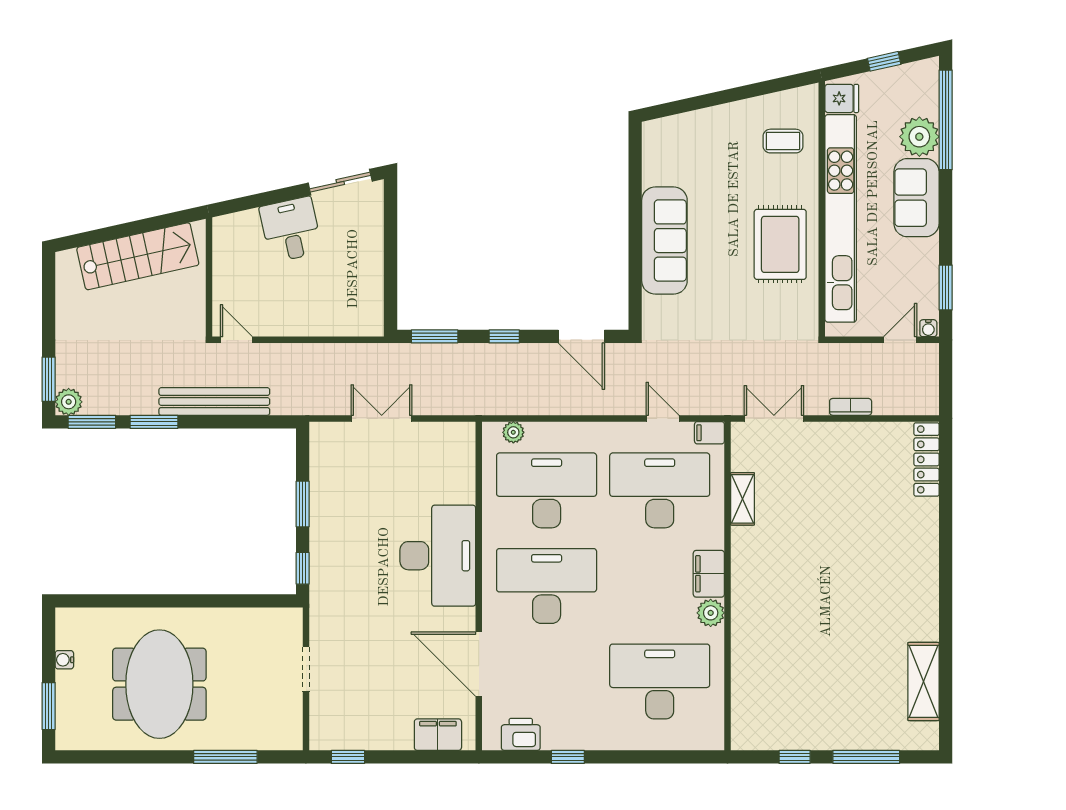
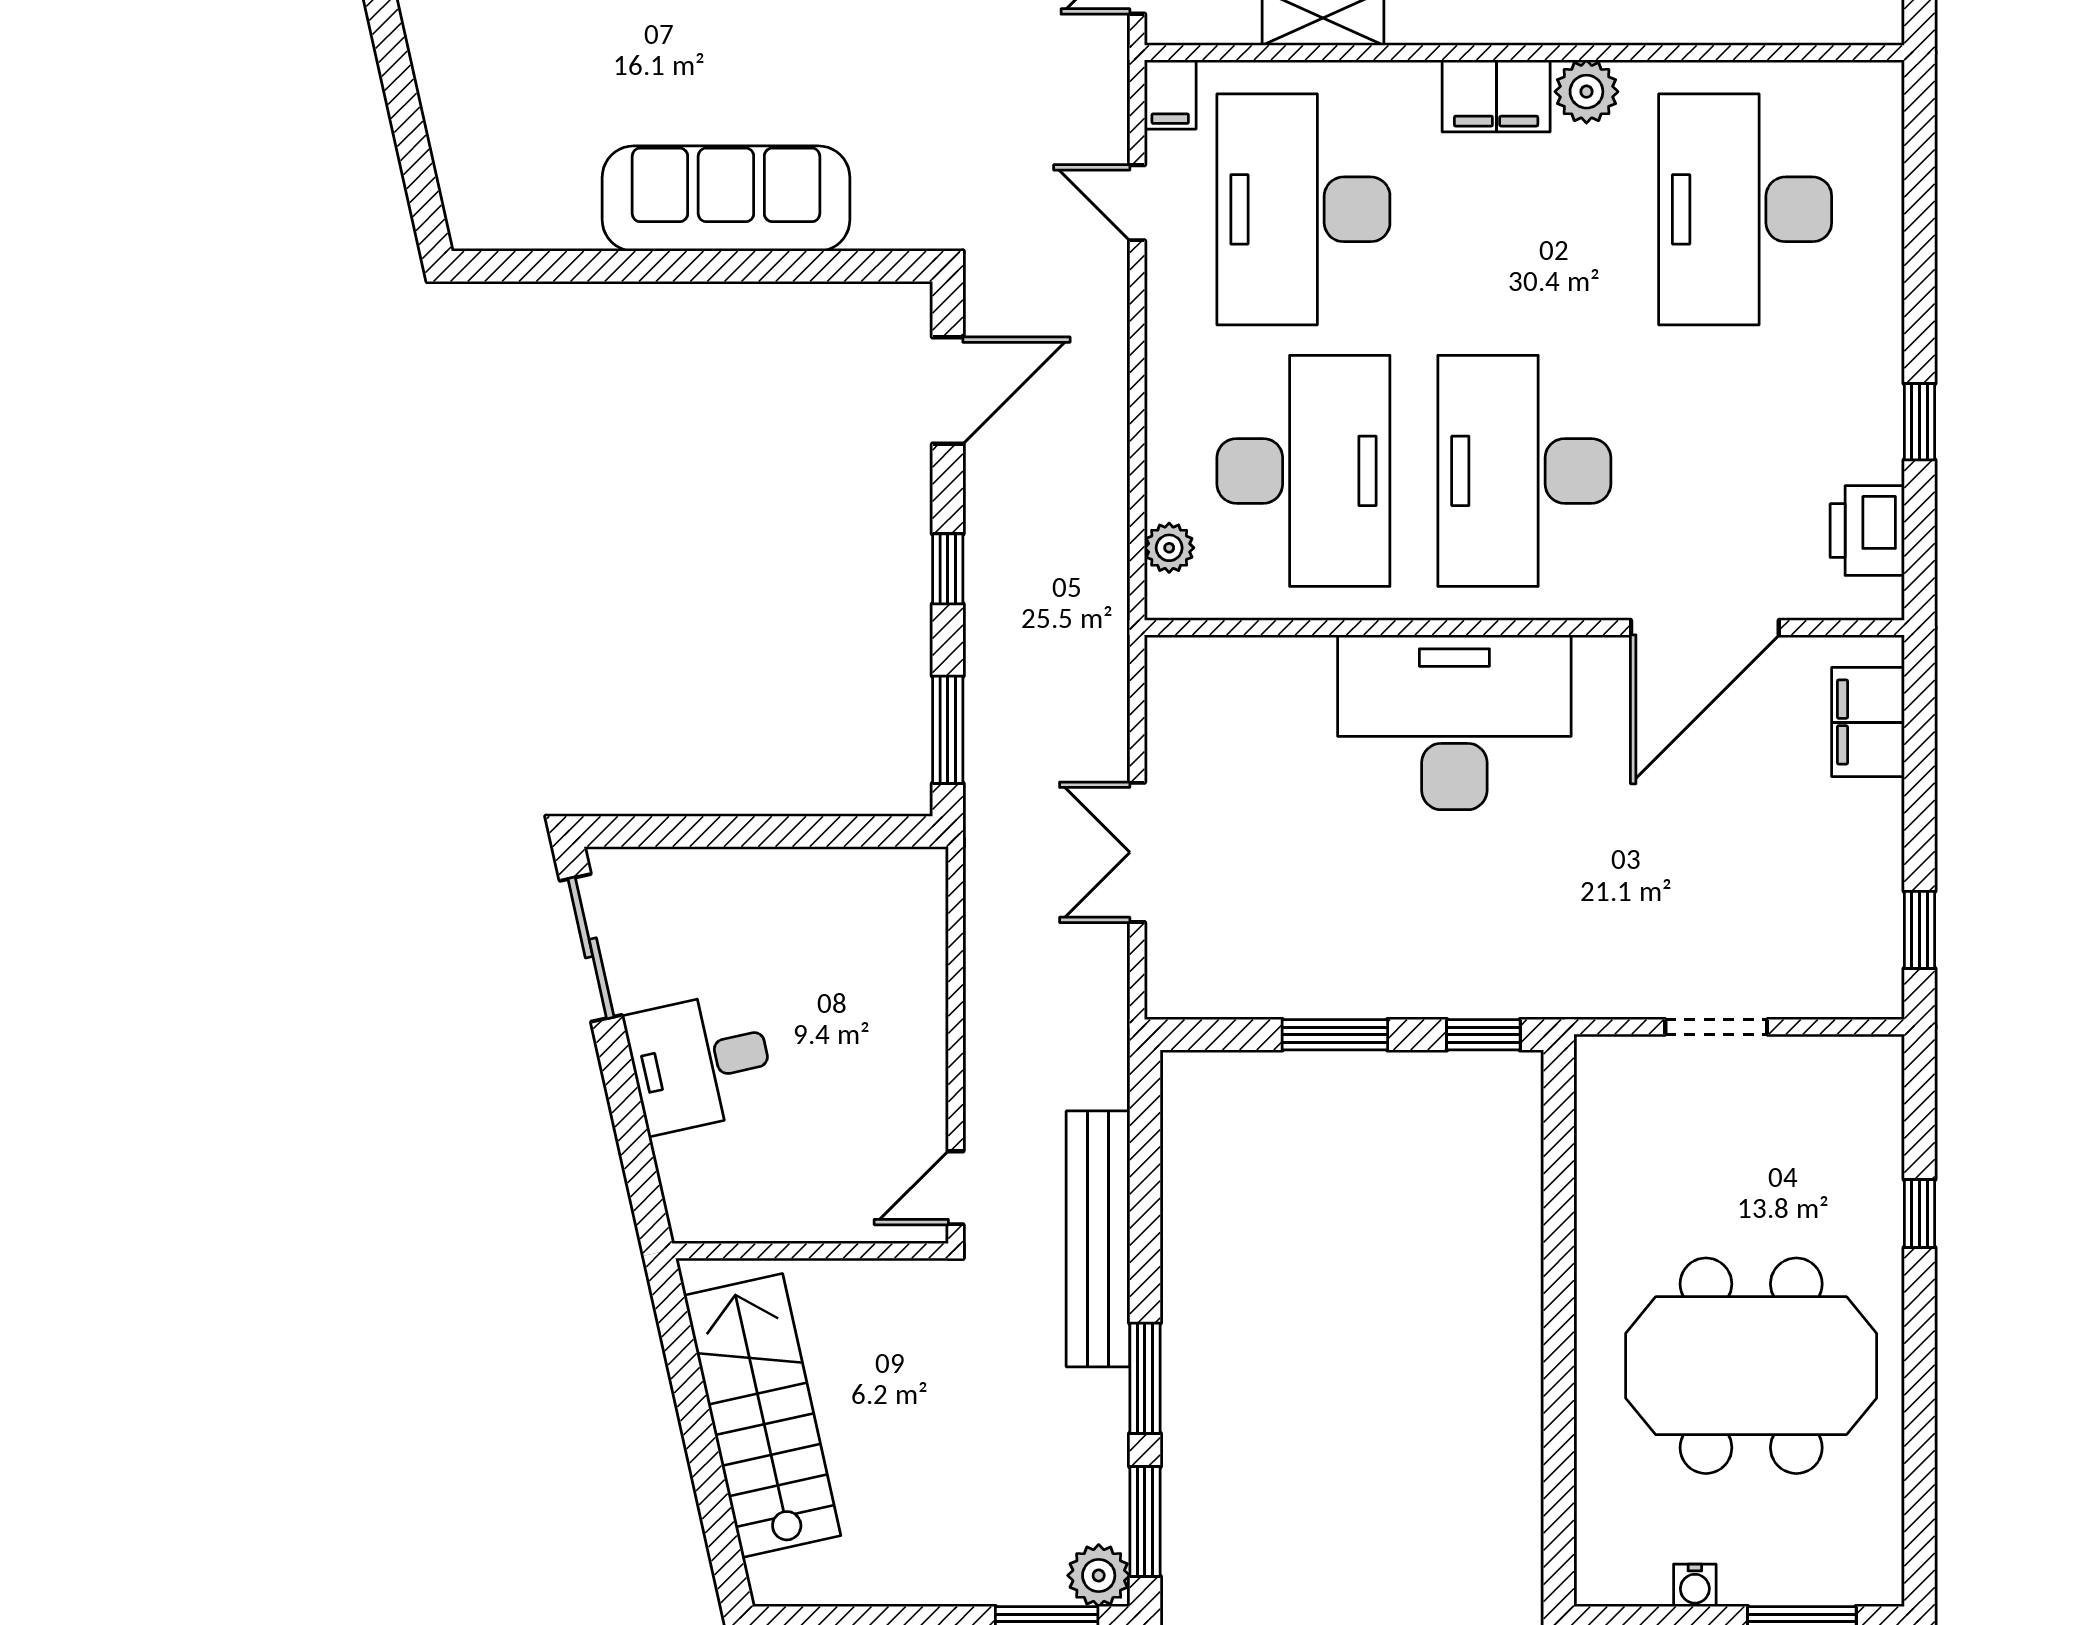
door: (663, 418) -> (1137, 203), hinge flipped
desk: (547, 490) -> (1303, 471), turned 180
window: (225, 757) -> (1919, 1213), width x0.46

